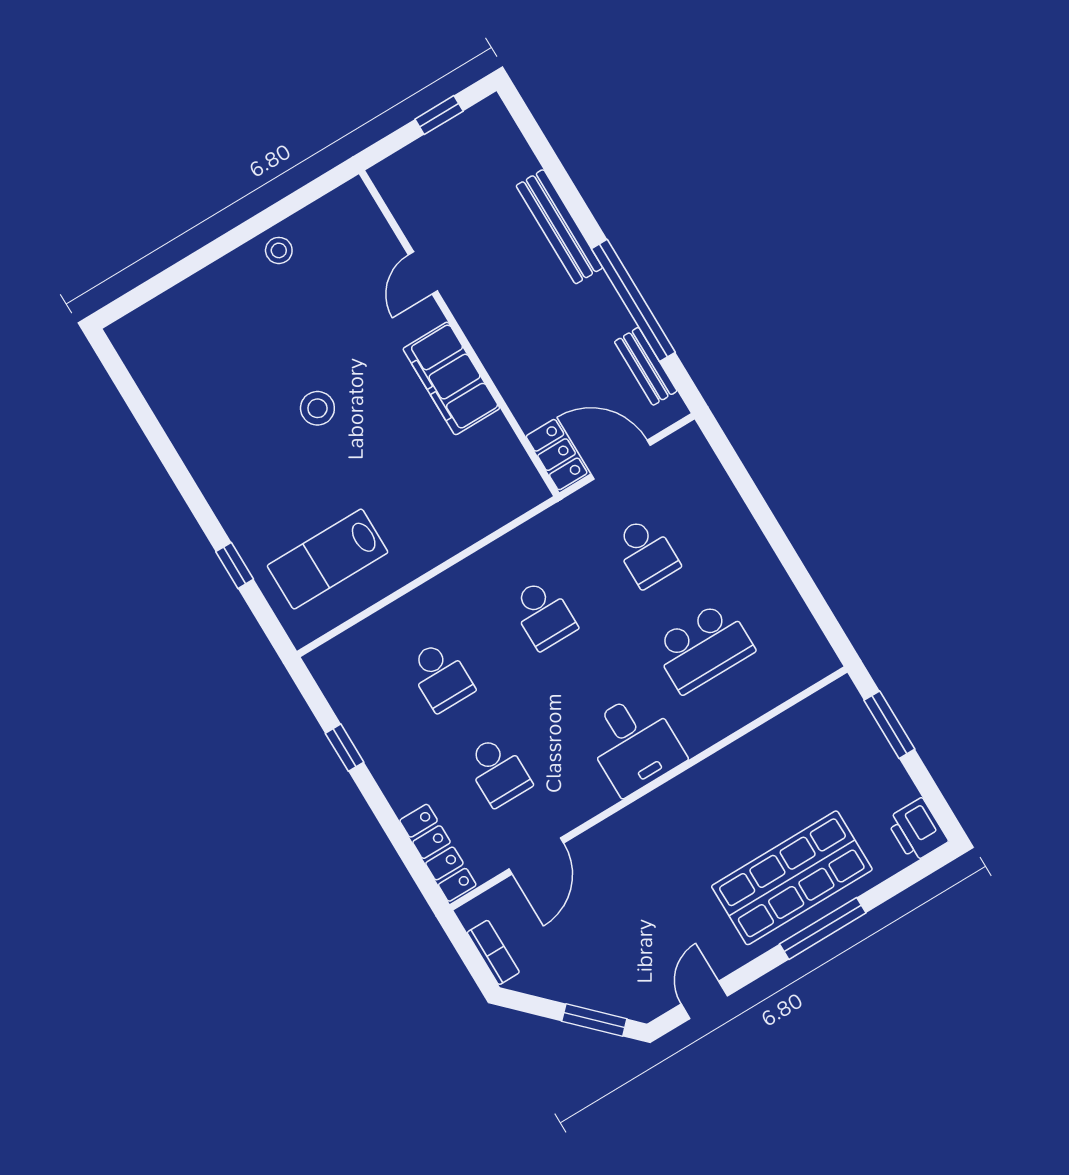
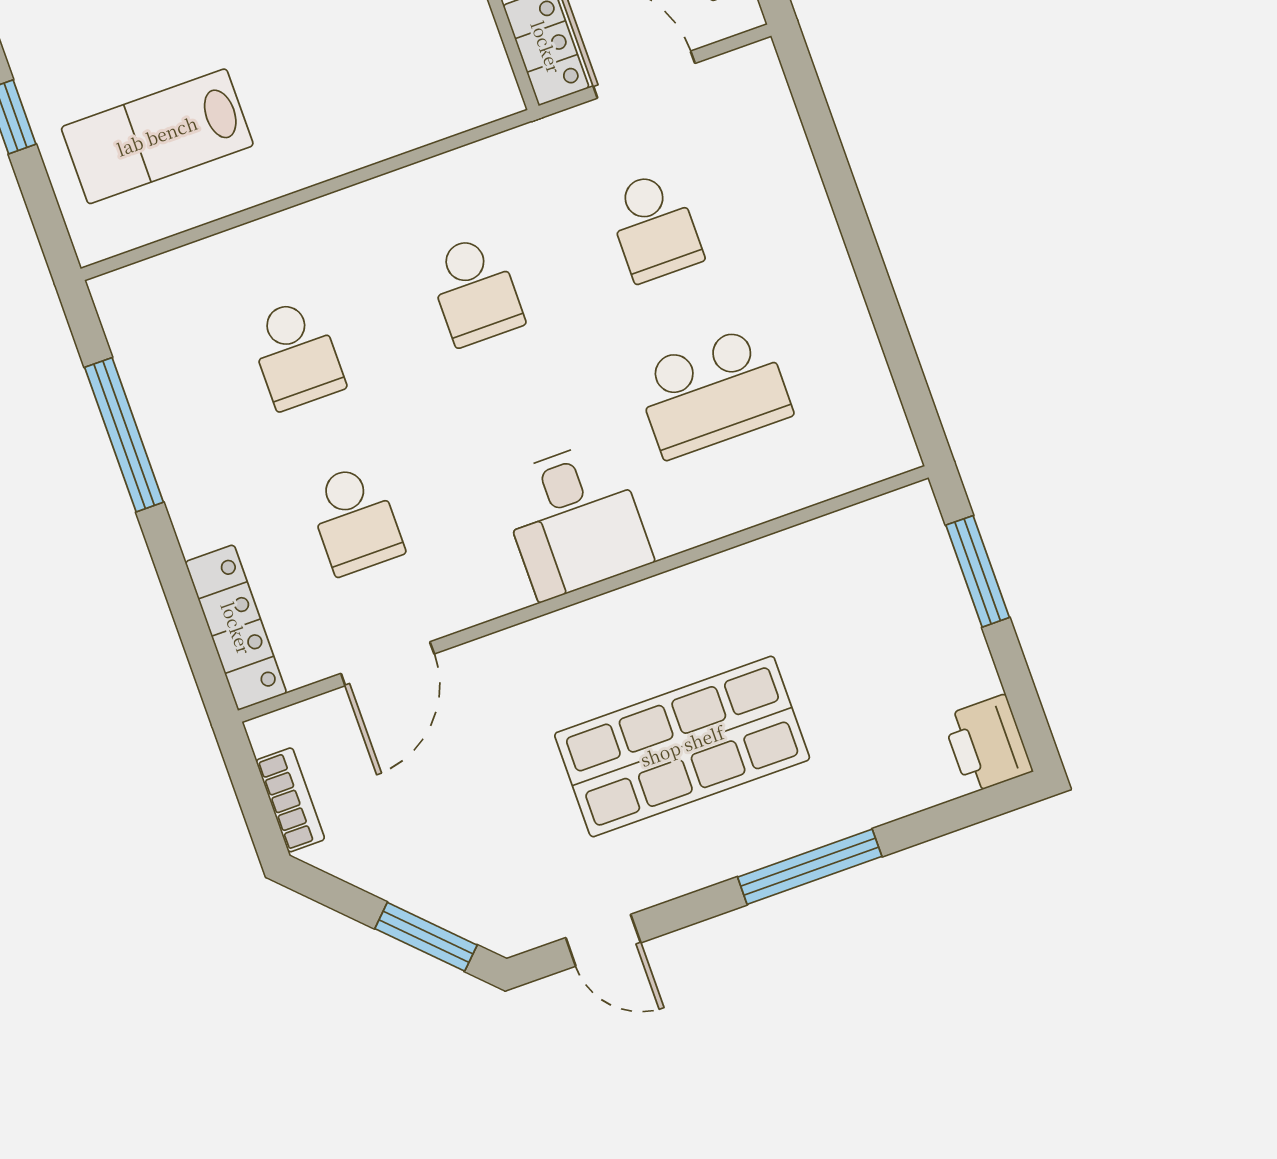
window: (345, 748) -> (124, 435), width x2.17
shop shelf: (792, 878) -> (682, 746), moved
door: (704, 1000) -> (603, 940), swing flipped

